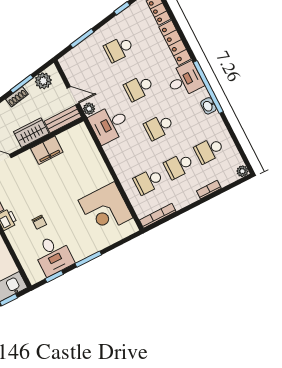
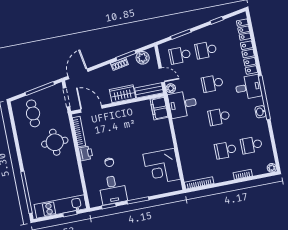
filing cabinet: (47, 150) -> (159, 108), moved, turned 90
school desk: (148, 181) -> (180, 55), moved

